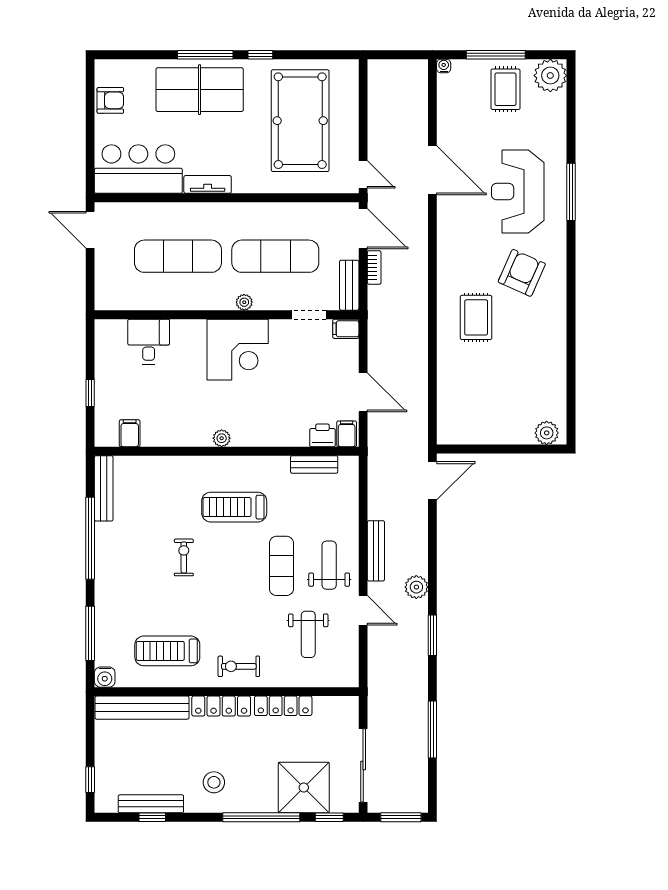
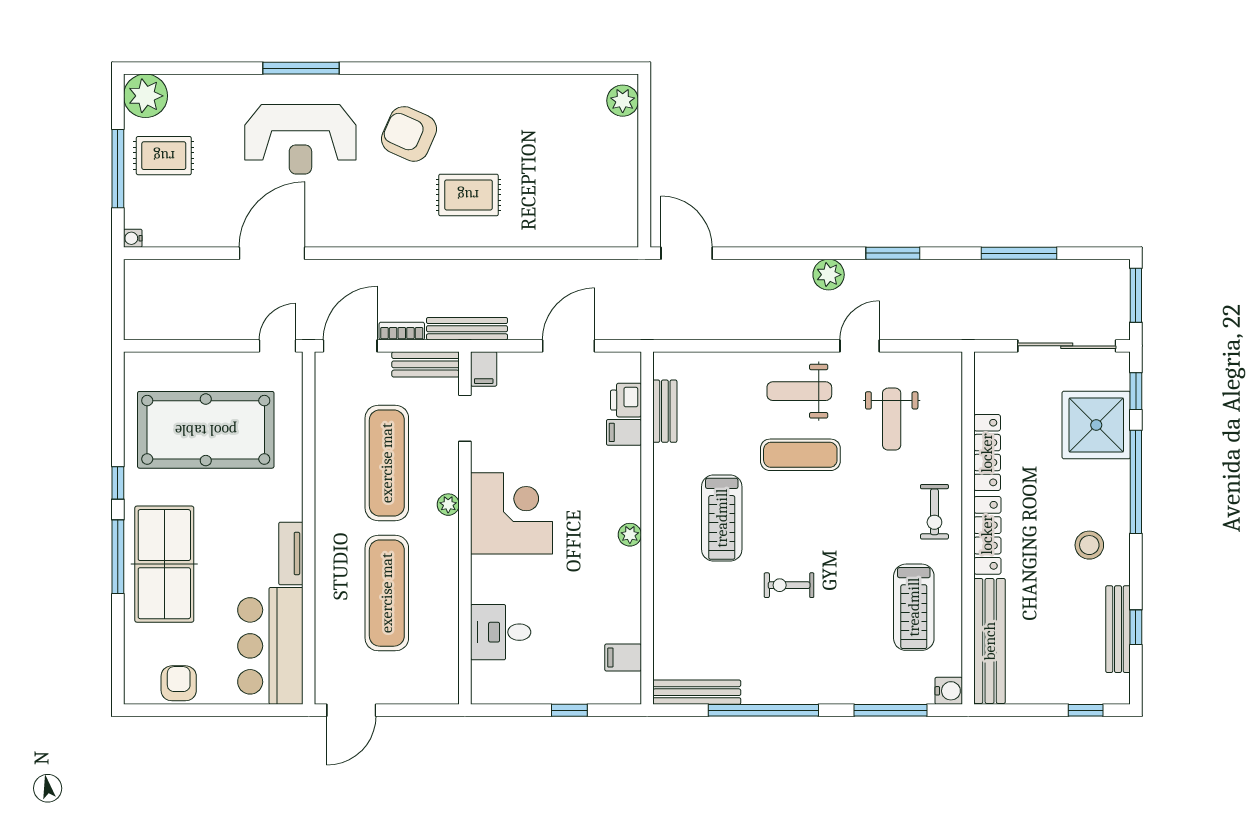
filing cabinet: (347, 434) -> (624, 432), moved
bench: (376, 551) -> (467, 329), moved
weight bench: (308, 634) -> (892, 419), turned 90

